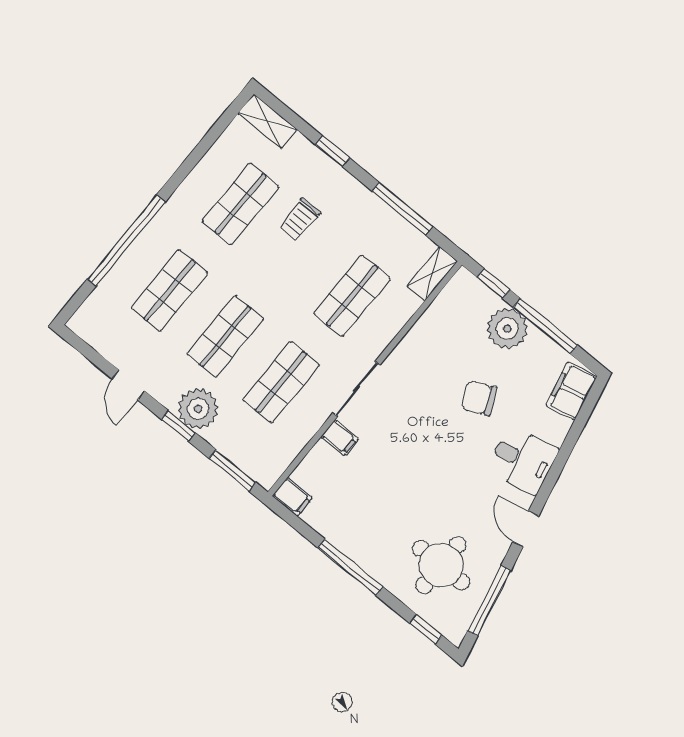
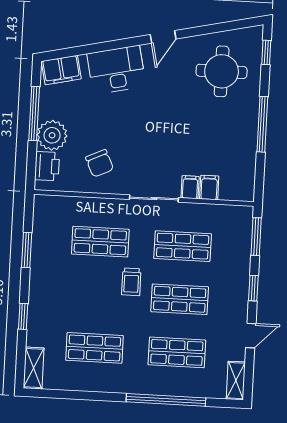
window: (402, 209) -> (27, 250), width x0.69
trolley: (300, 220) -> (131, 282), moved, turned 90
shelving: (432, 274) -> (236, 381), moved, turned 90
window: (493, 283) -> (31, 163), removed
printer: (478, 298) -> (47, 166), added
chair: (479, 398) -> (100, 163), moved
plant: (198, 409) -> (235, 284), removed
desk: (523, 460) -> (116, 70), width x1.37
filing cabinet: (292, 497) -> (209, 187), moved
window: (489, 601) -> (222, 27), removed

